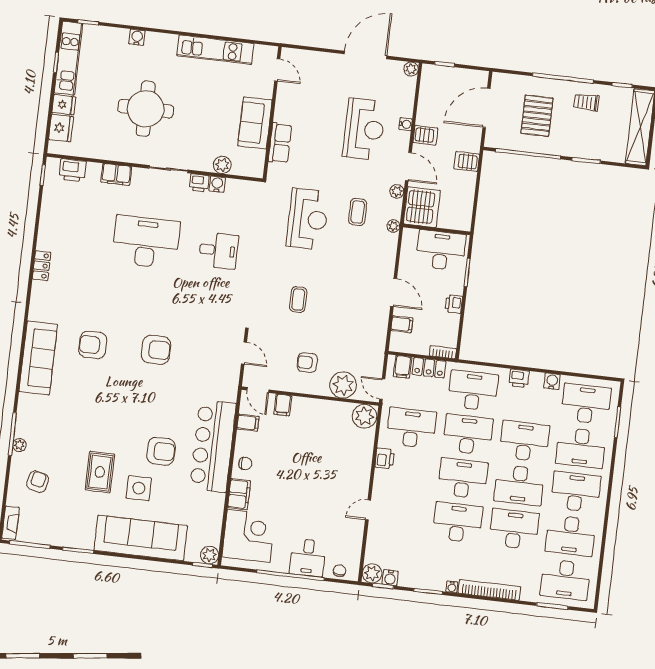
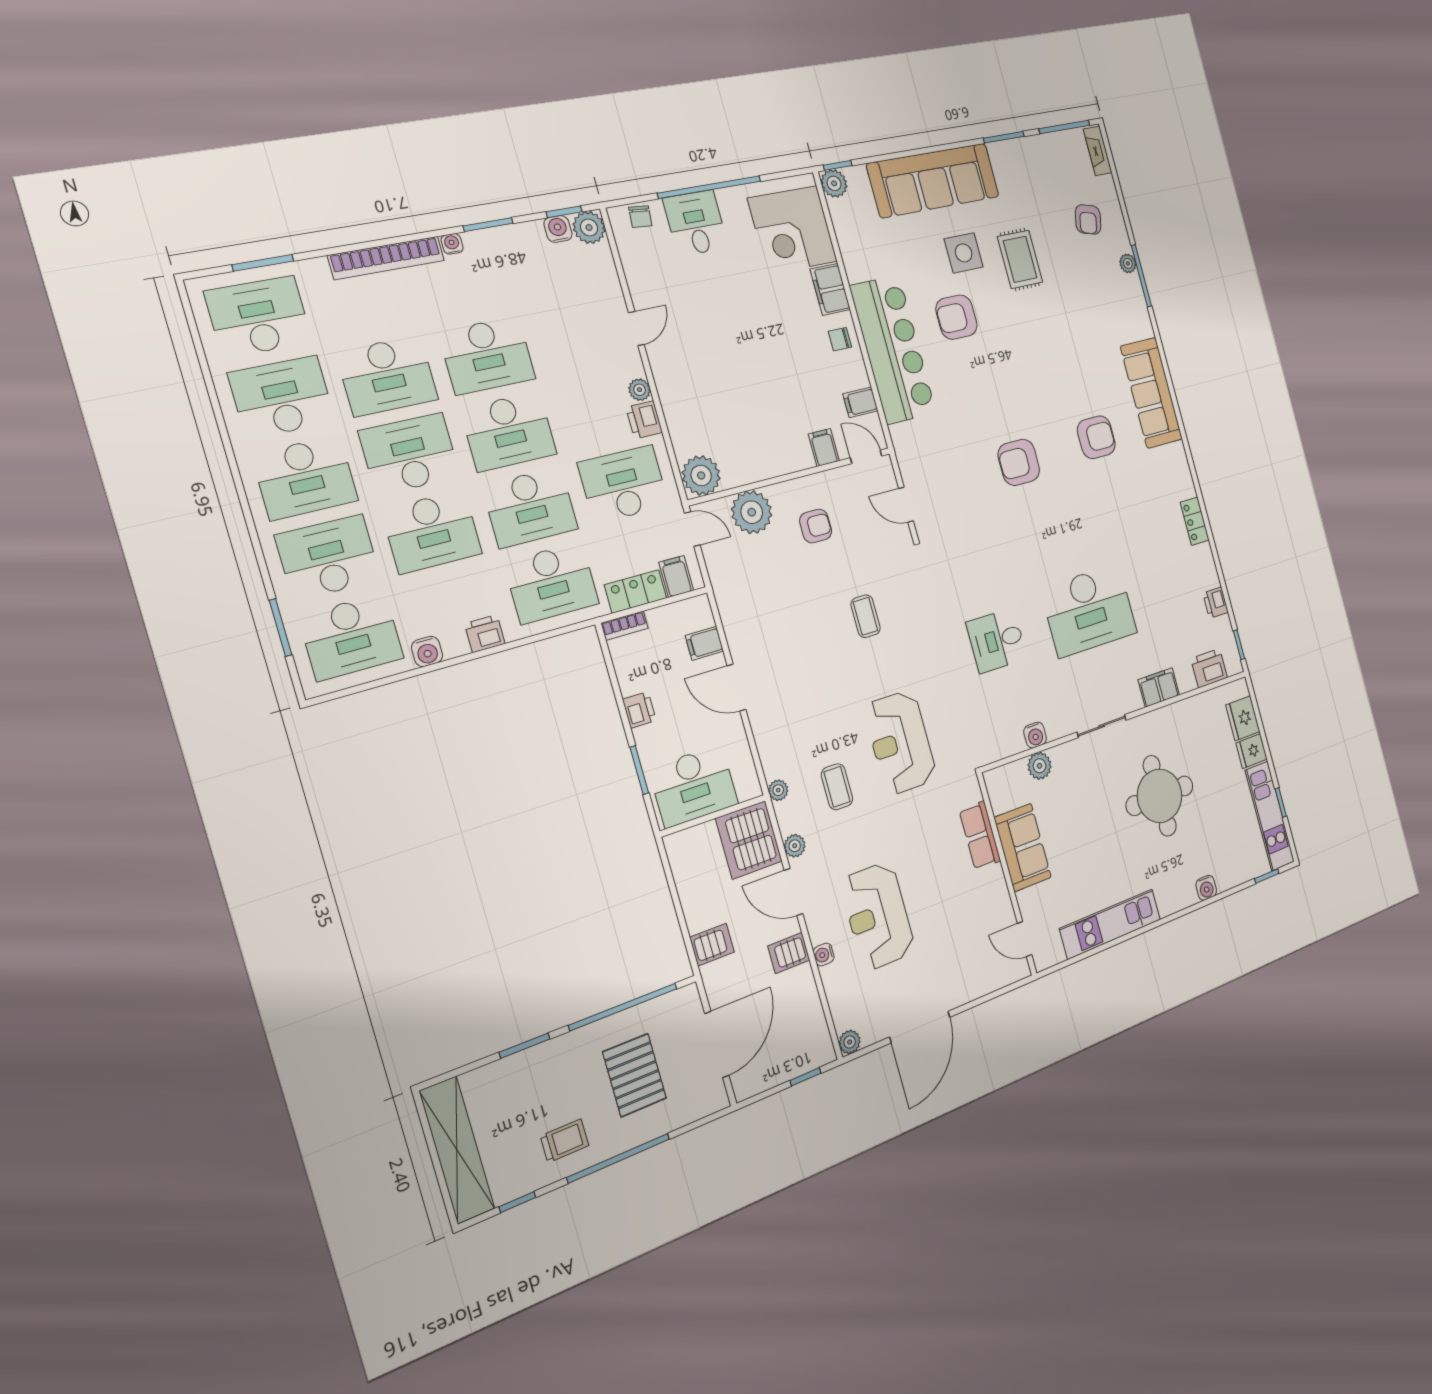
printer: (199, 183) -> (1216, 603), moved, turned -90
desk: (411, 428) -> (623, 484), turned 180
plant: (380, 476) -> (640, 390), added

